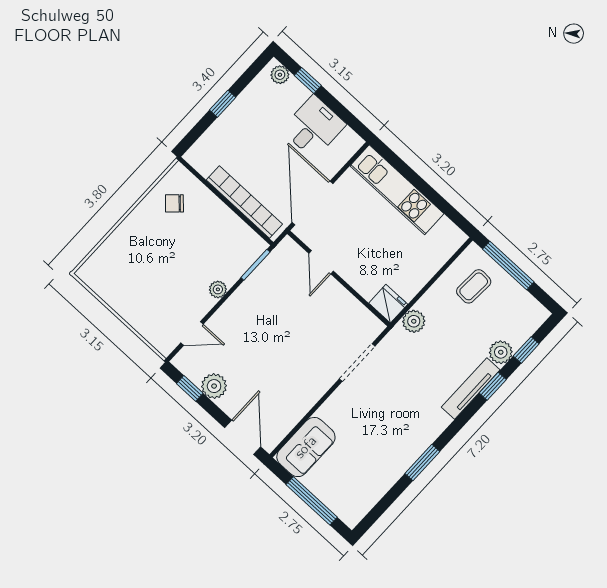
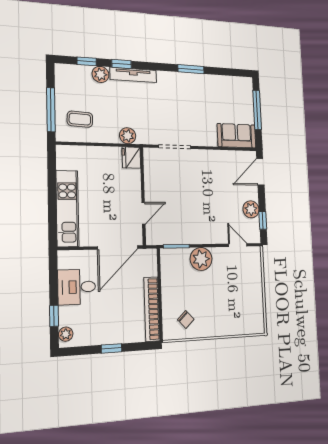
bookcase: (244, 202) -> (152, 309), moved
plant: (218, 289) -> (201, 259), width x1.88, depth x1.88

